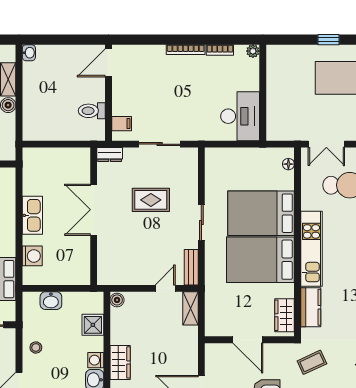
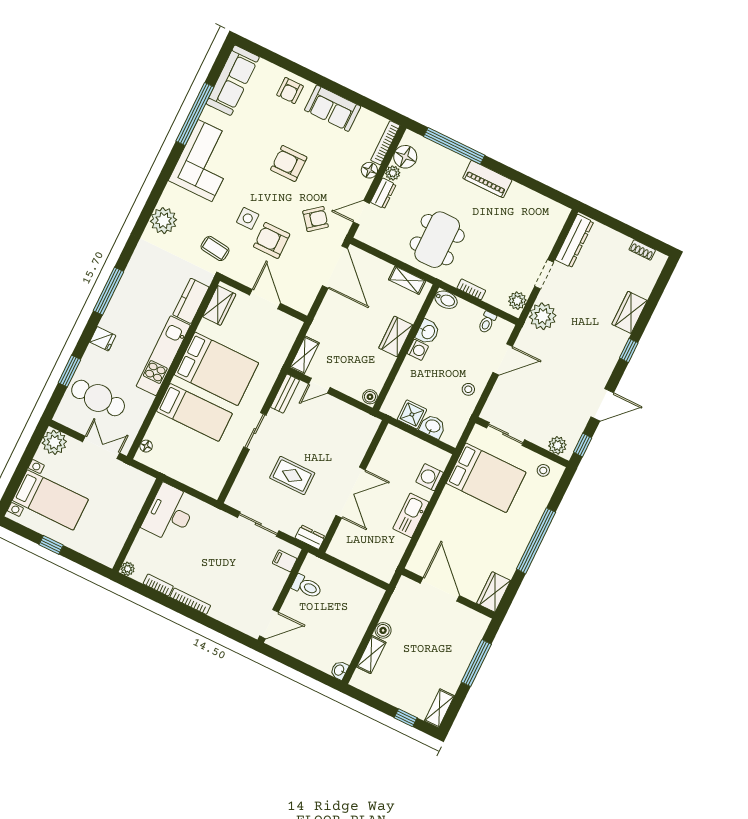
bed: (261, 213) -> (194, 412), width x0.67
shower: (93, 325) -> (412, 414), moved
coffee table: (312, 362) -> (215, 248), turned 32

